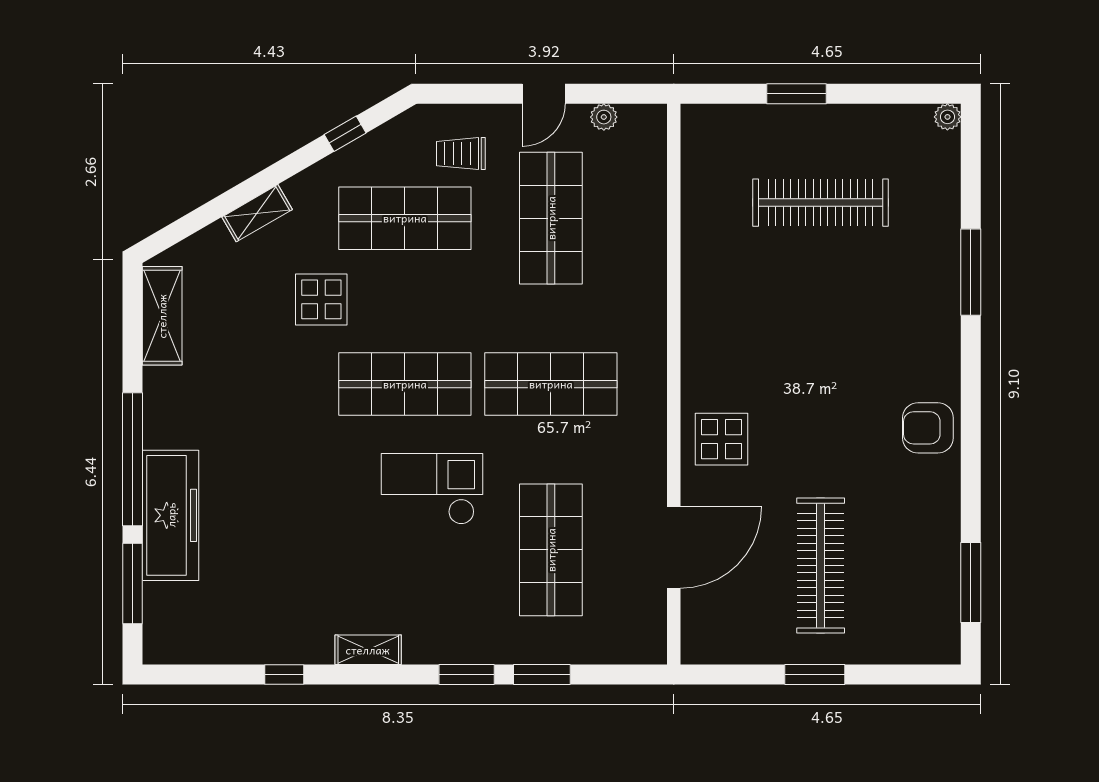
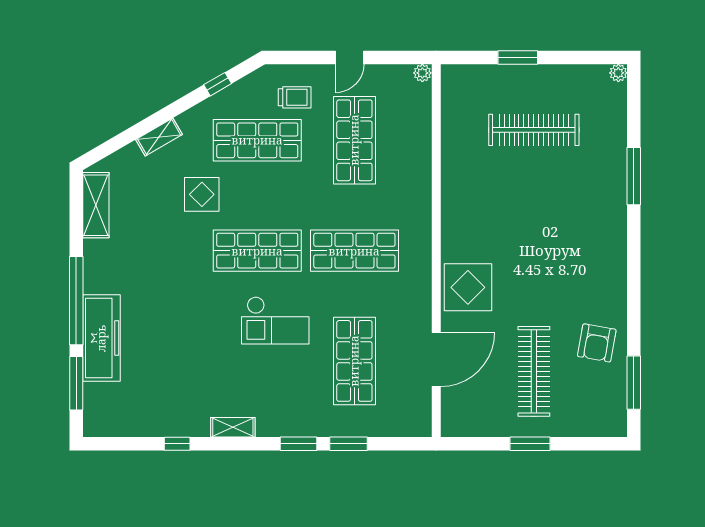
plant: (604, 117) -> (422, 73), moved
trolley: (461, 154) -> (295, 97), turned 180
armchair: (928, 428) -> (597, 343), moved, turned -80
display table: (722, 439) -> (468, 287), width x1.36, depth x1.36
checkout: (432, 489) -> (275, 320), turned 180

